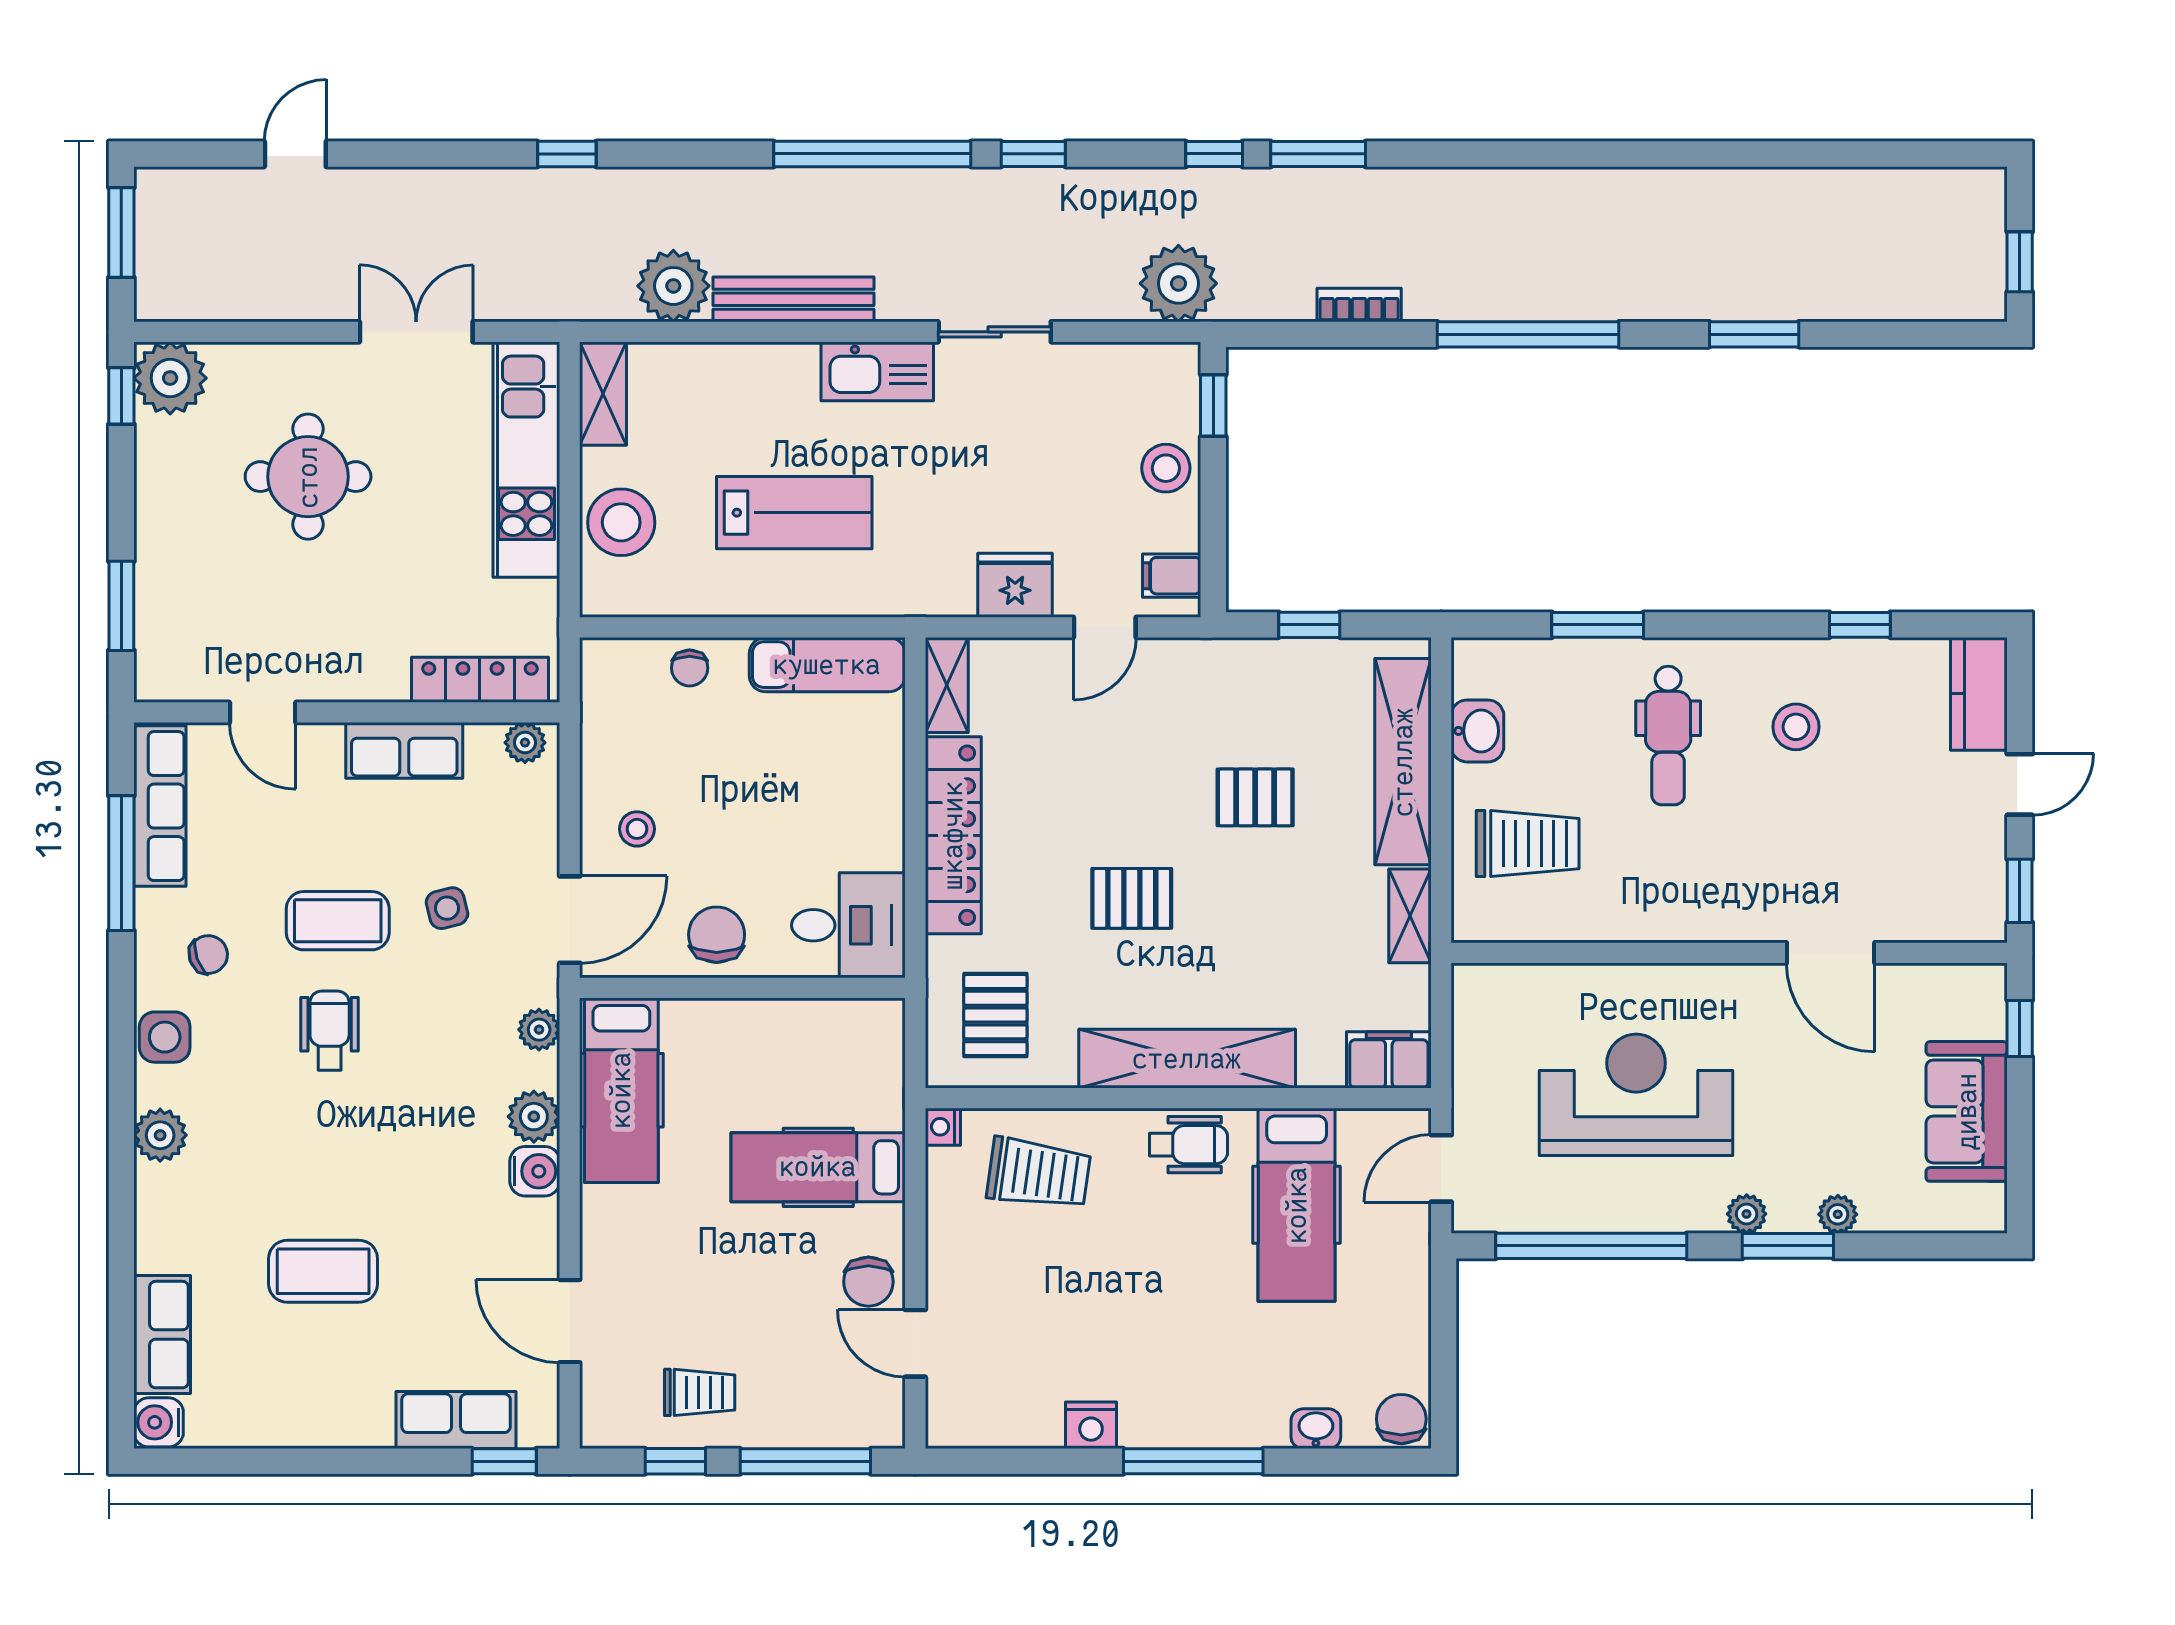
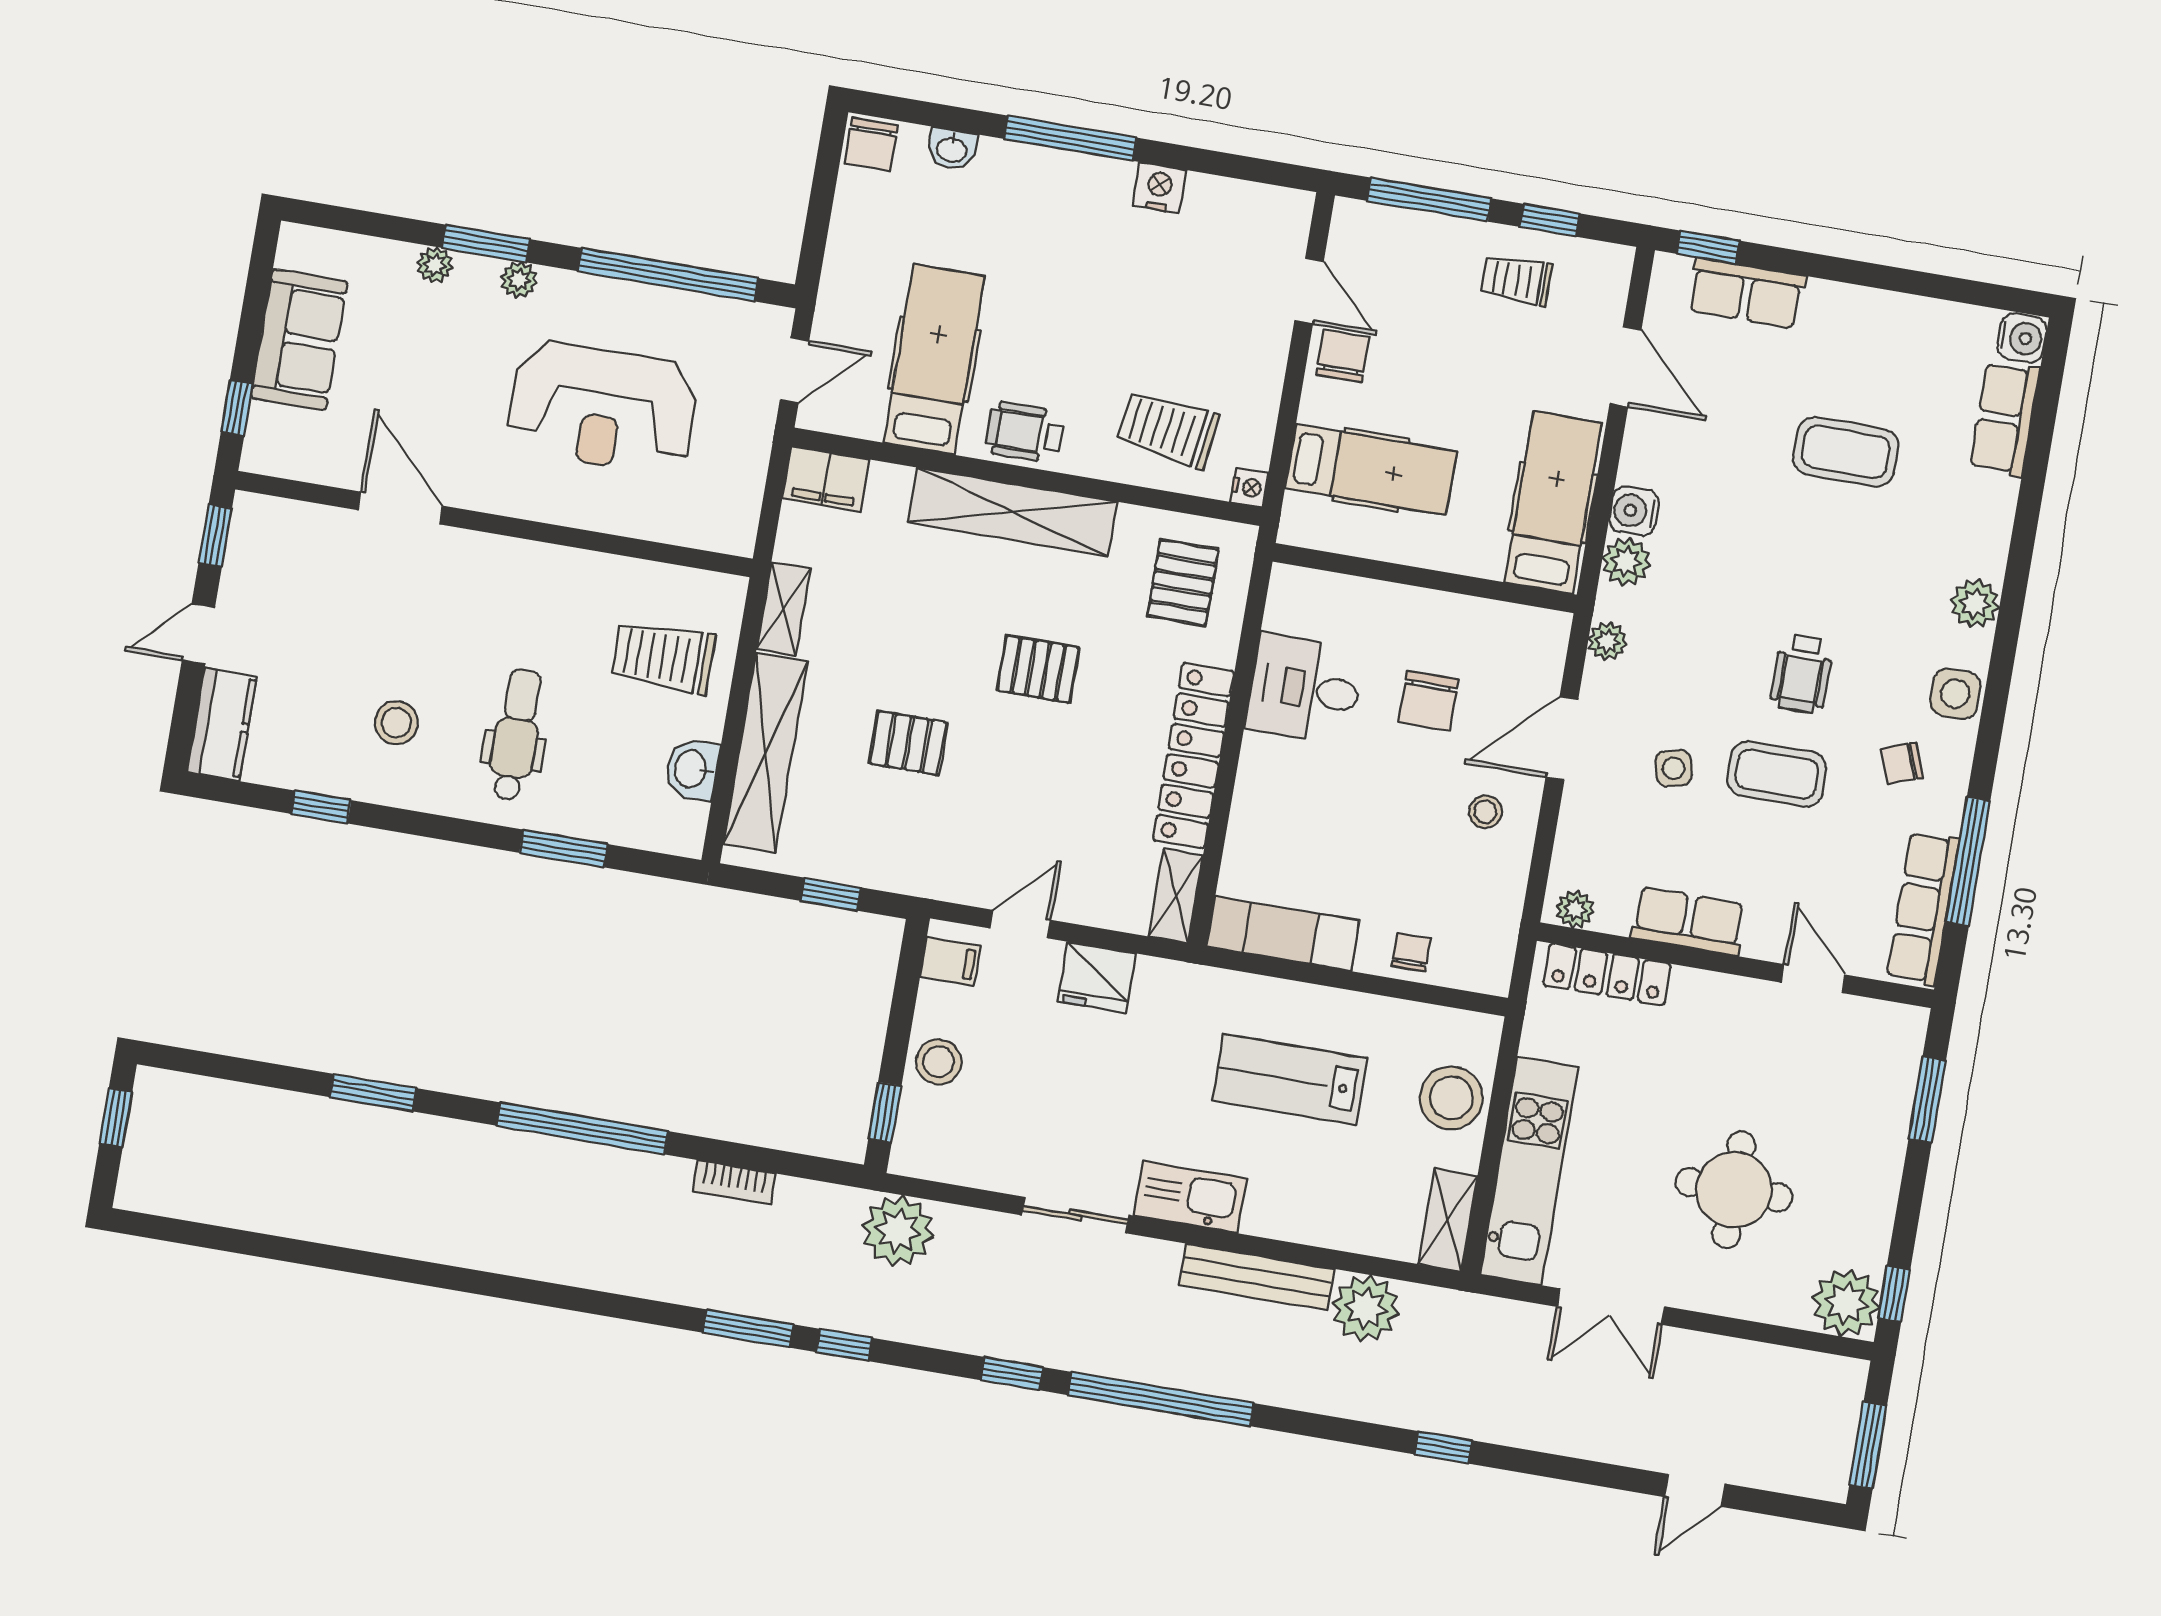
wall: (742, 988) -> (1425, 578), moved
hospital bed: (621, 1090) -> (1553, 503), moved

